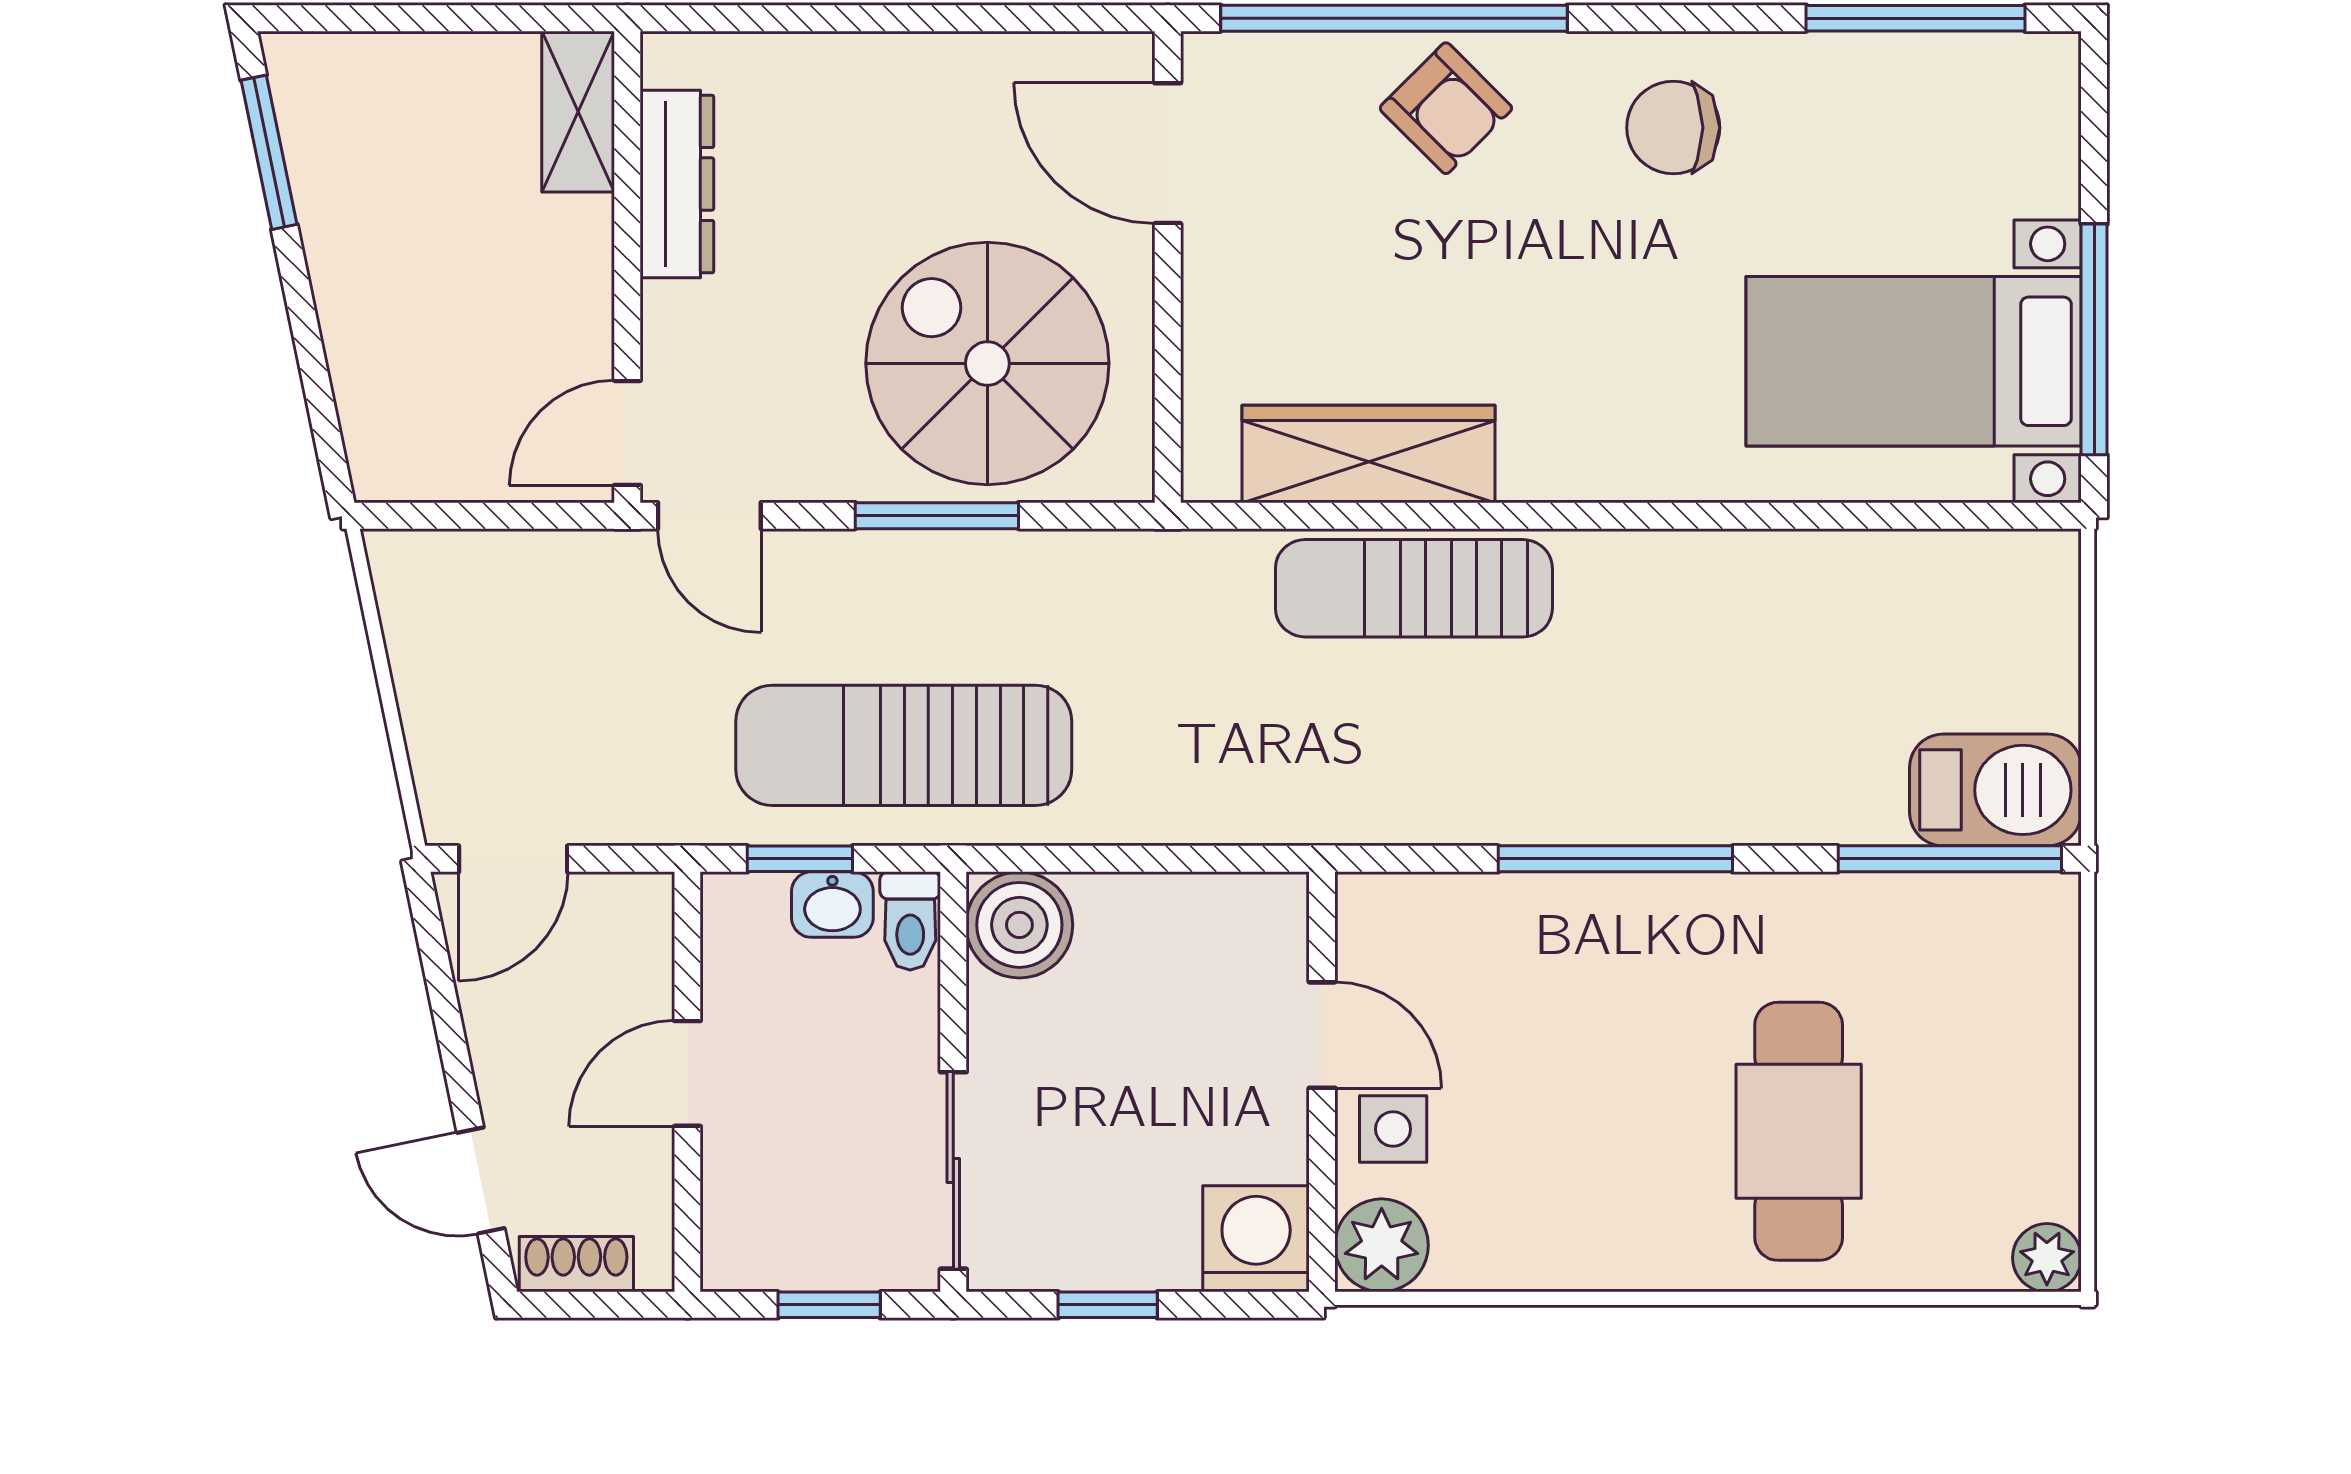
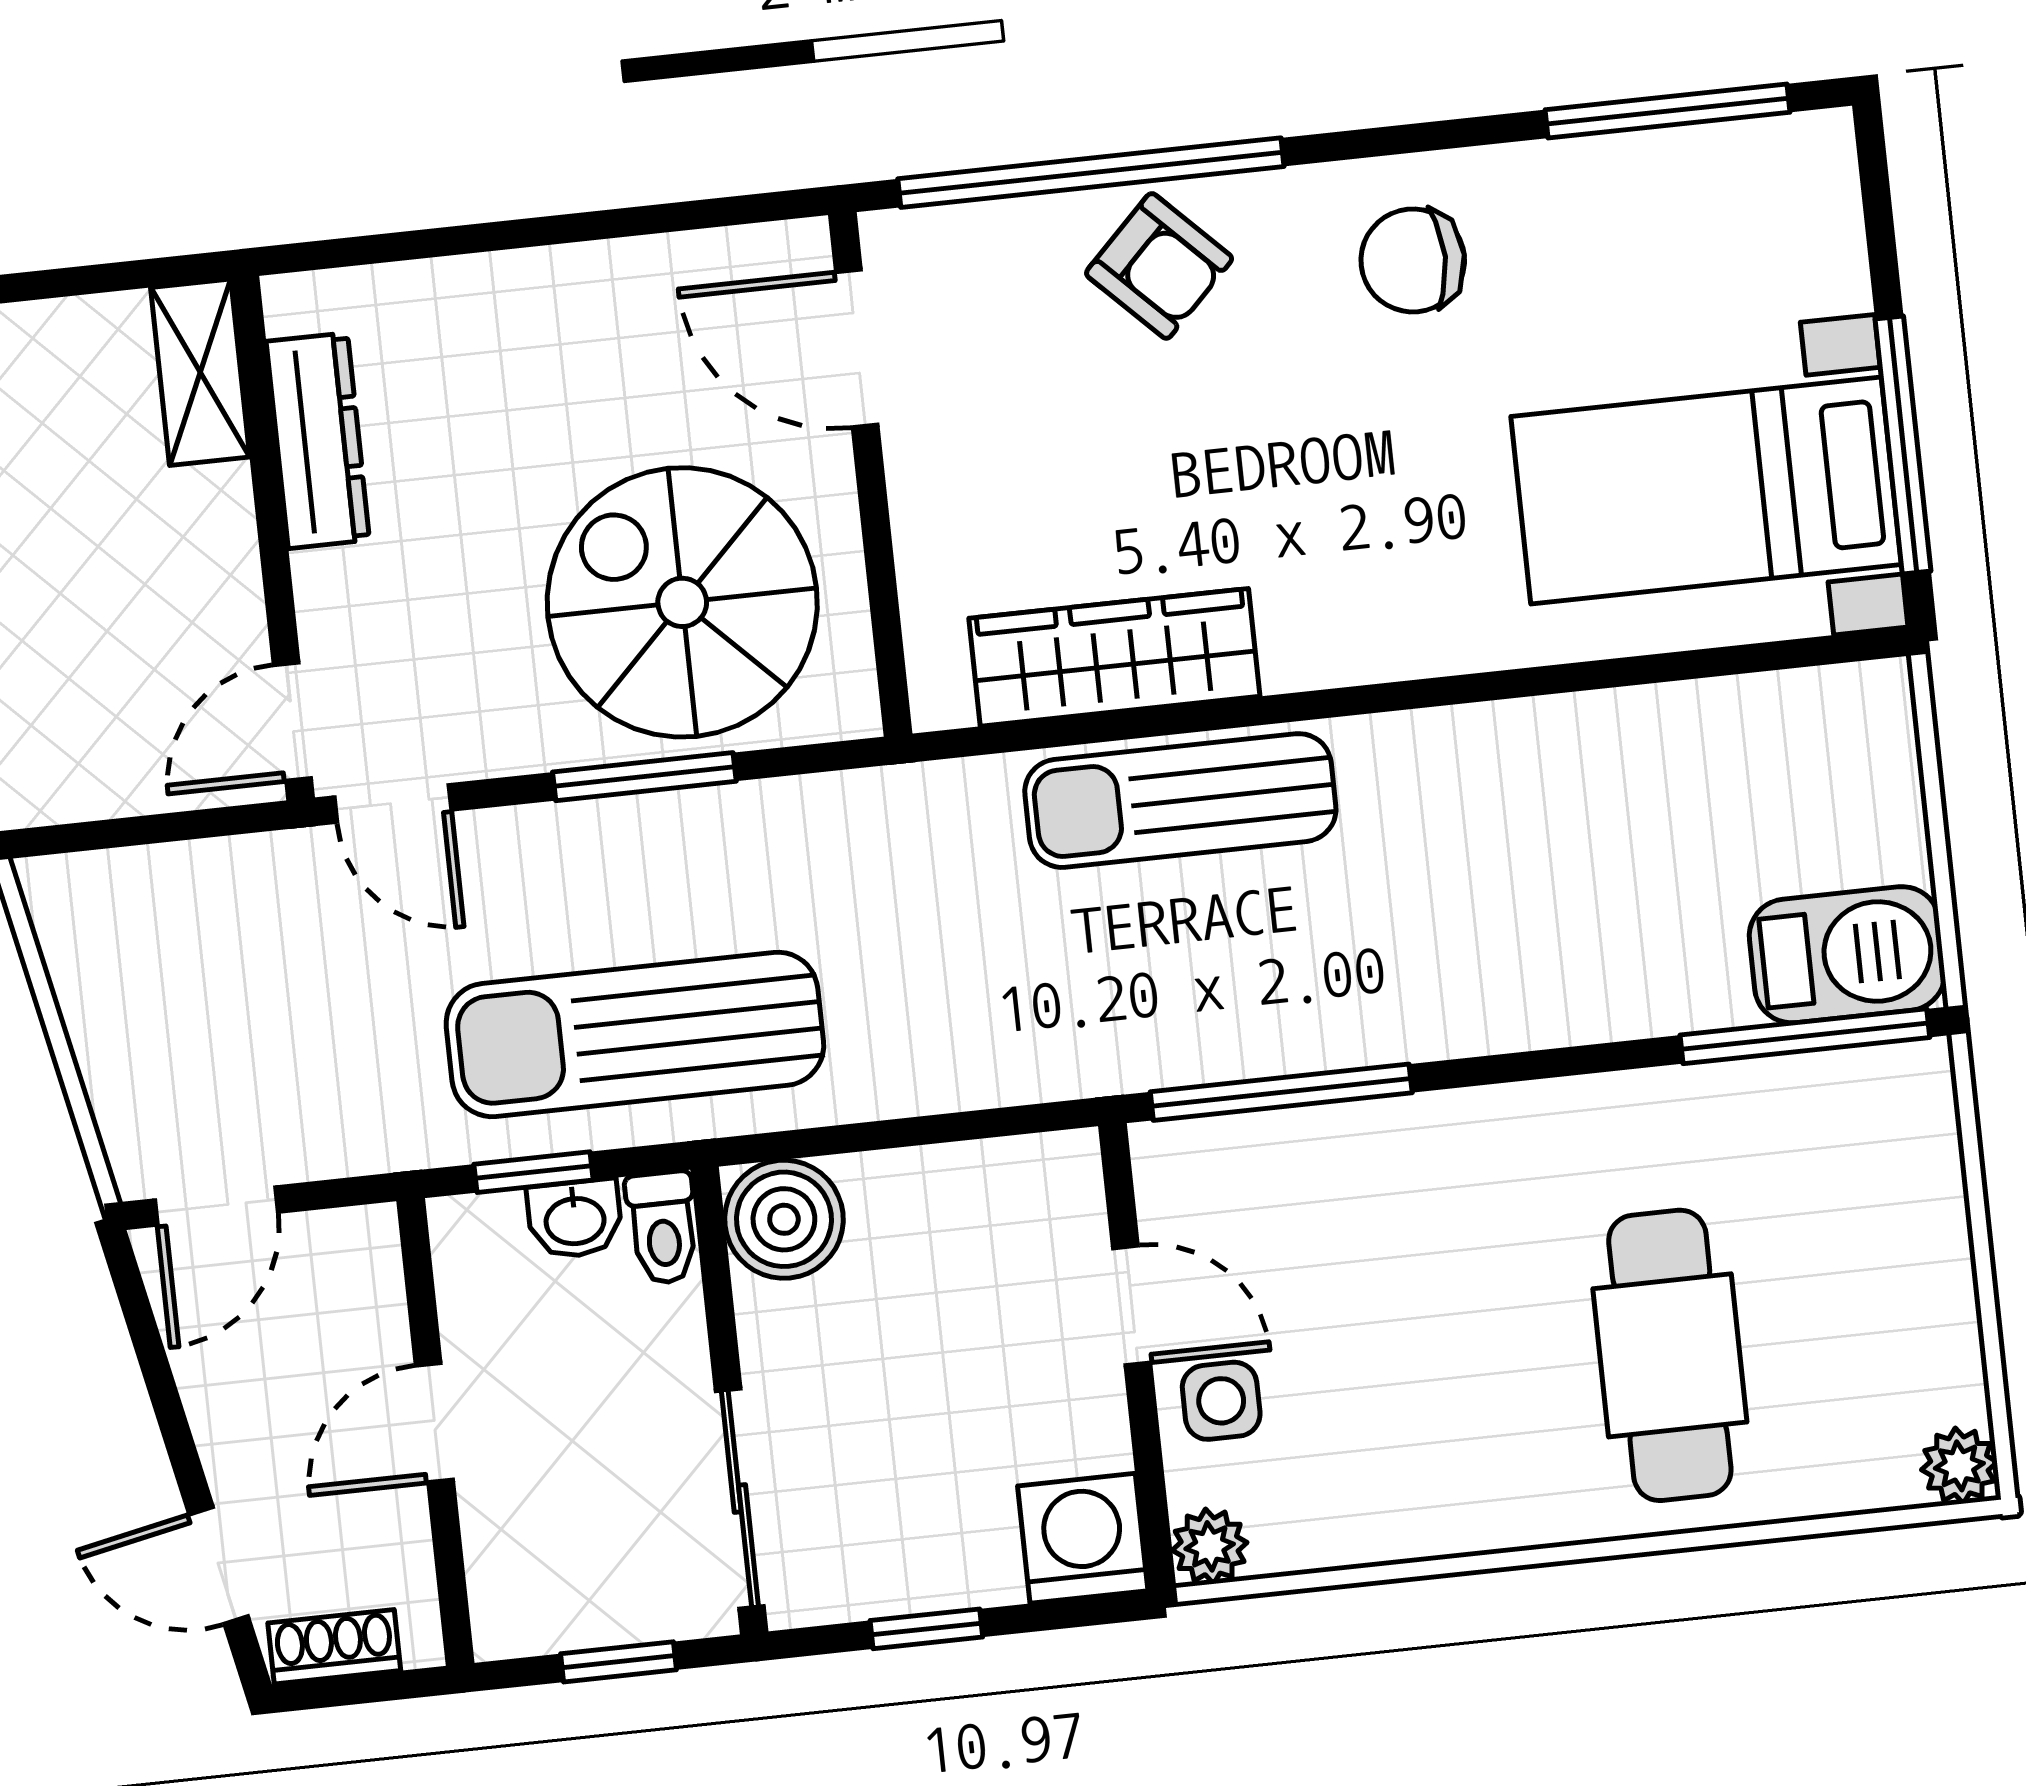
window: (1615, 859) -> (1281, 1092), moved
plant: (1382, 1245) -> (1210, 1546), width x0.73, depth x0.73

